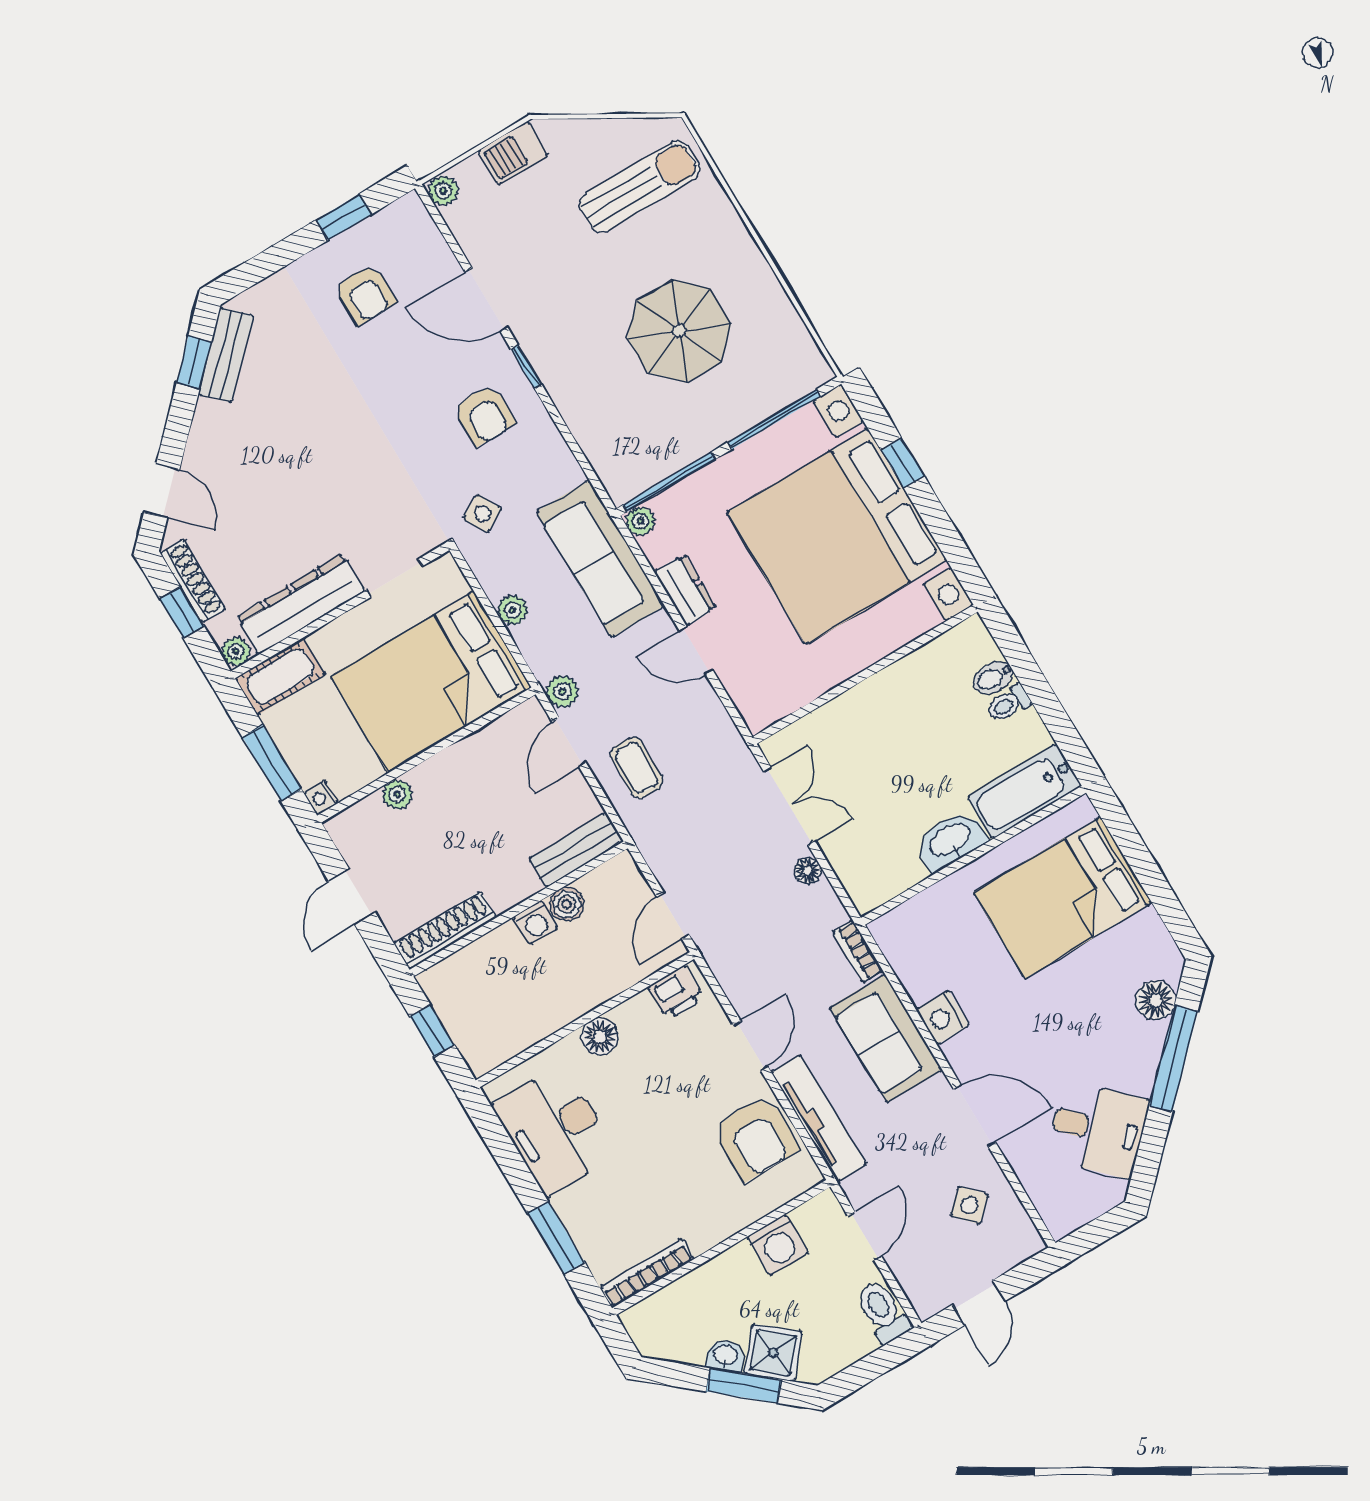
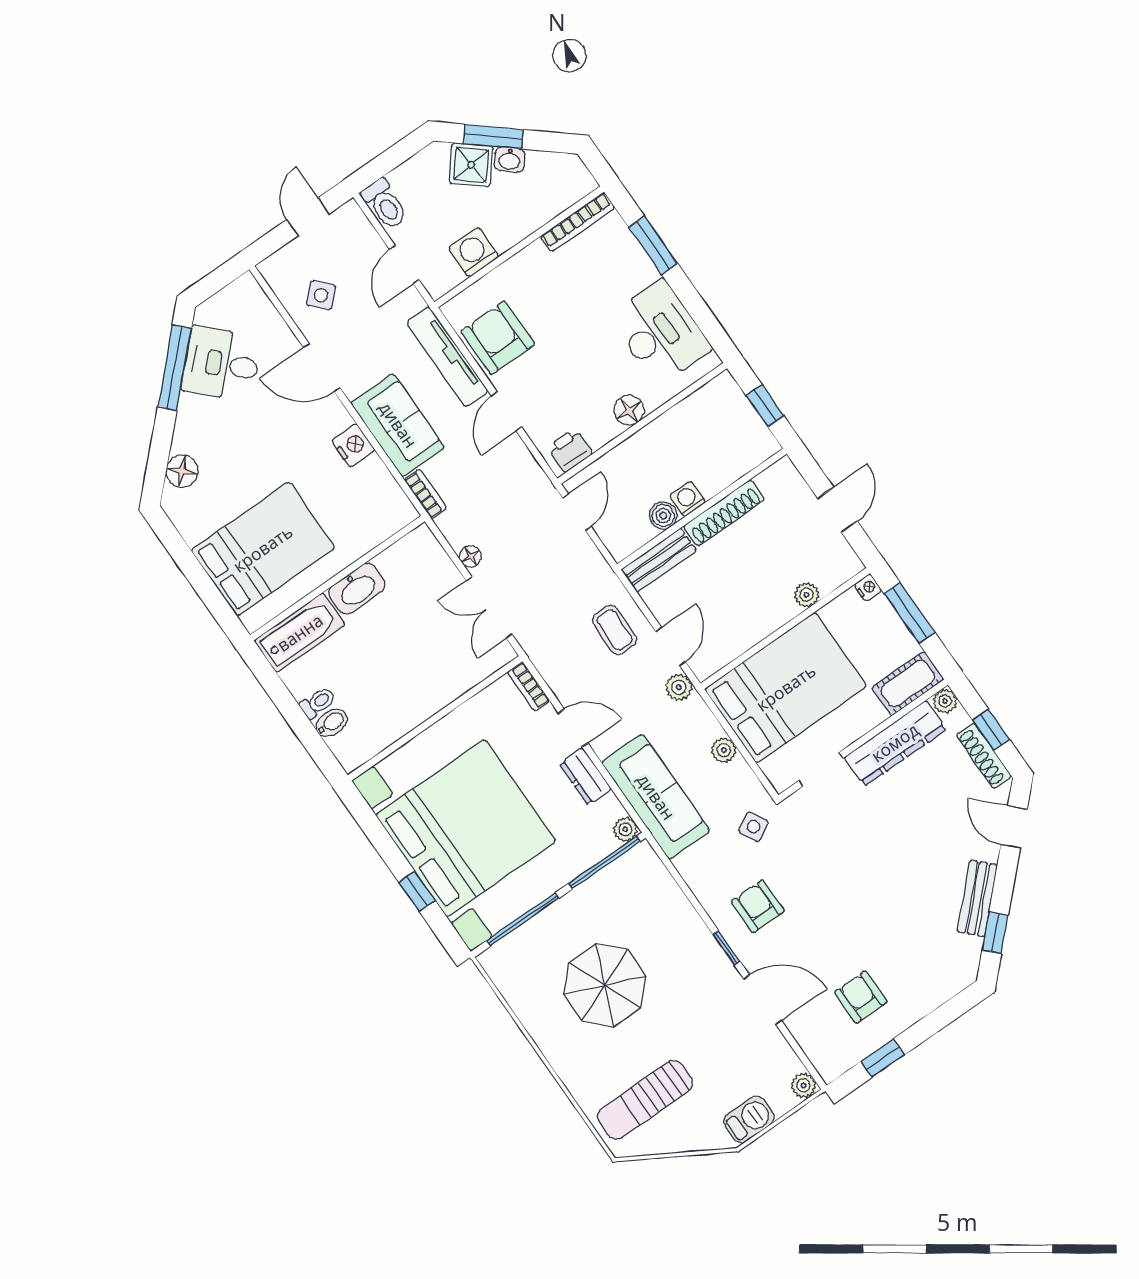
bench: (226, 355) -> (977, 898), moved
bookcase: (747, 705) -> (528, 686), added
shoe rack: (445, 930) -> (724, 513), moved
window: (1173, 1059) -> (174, 368), moved

